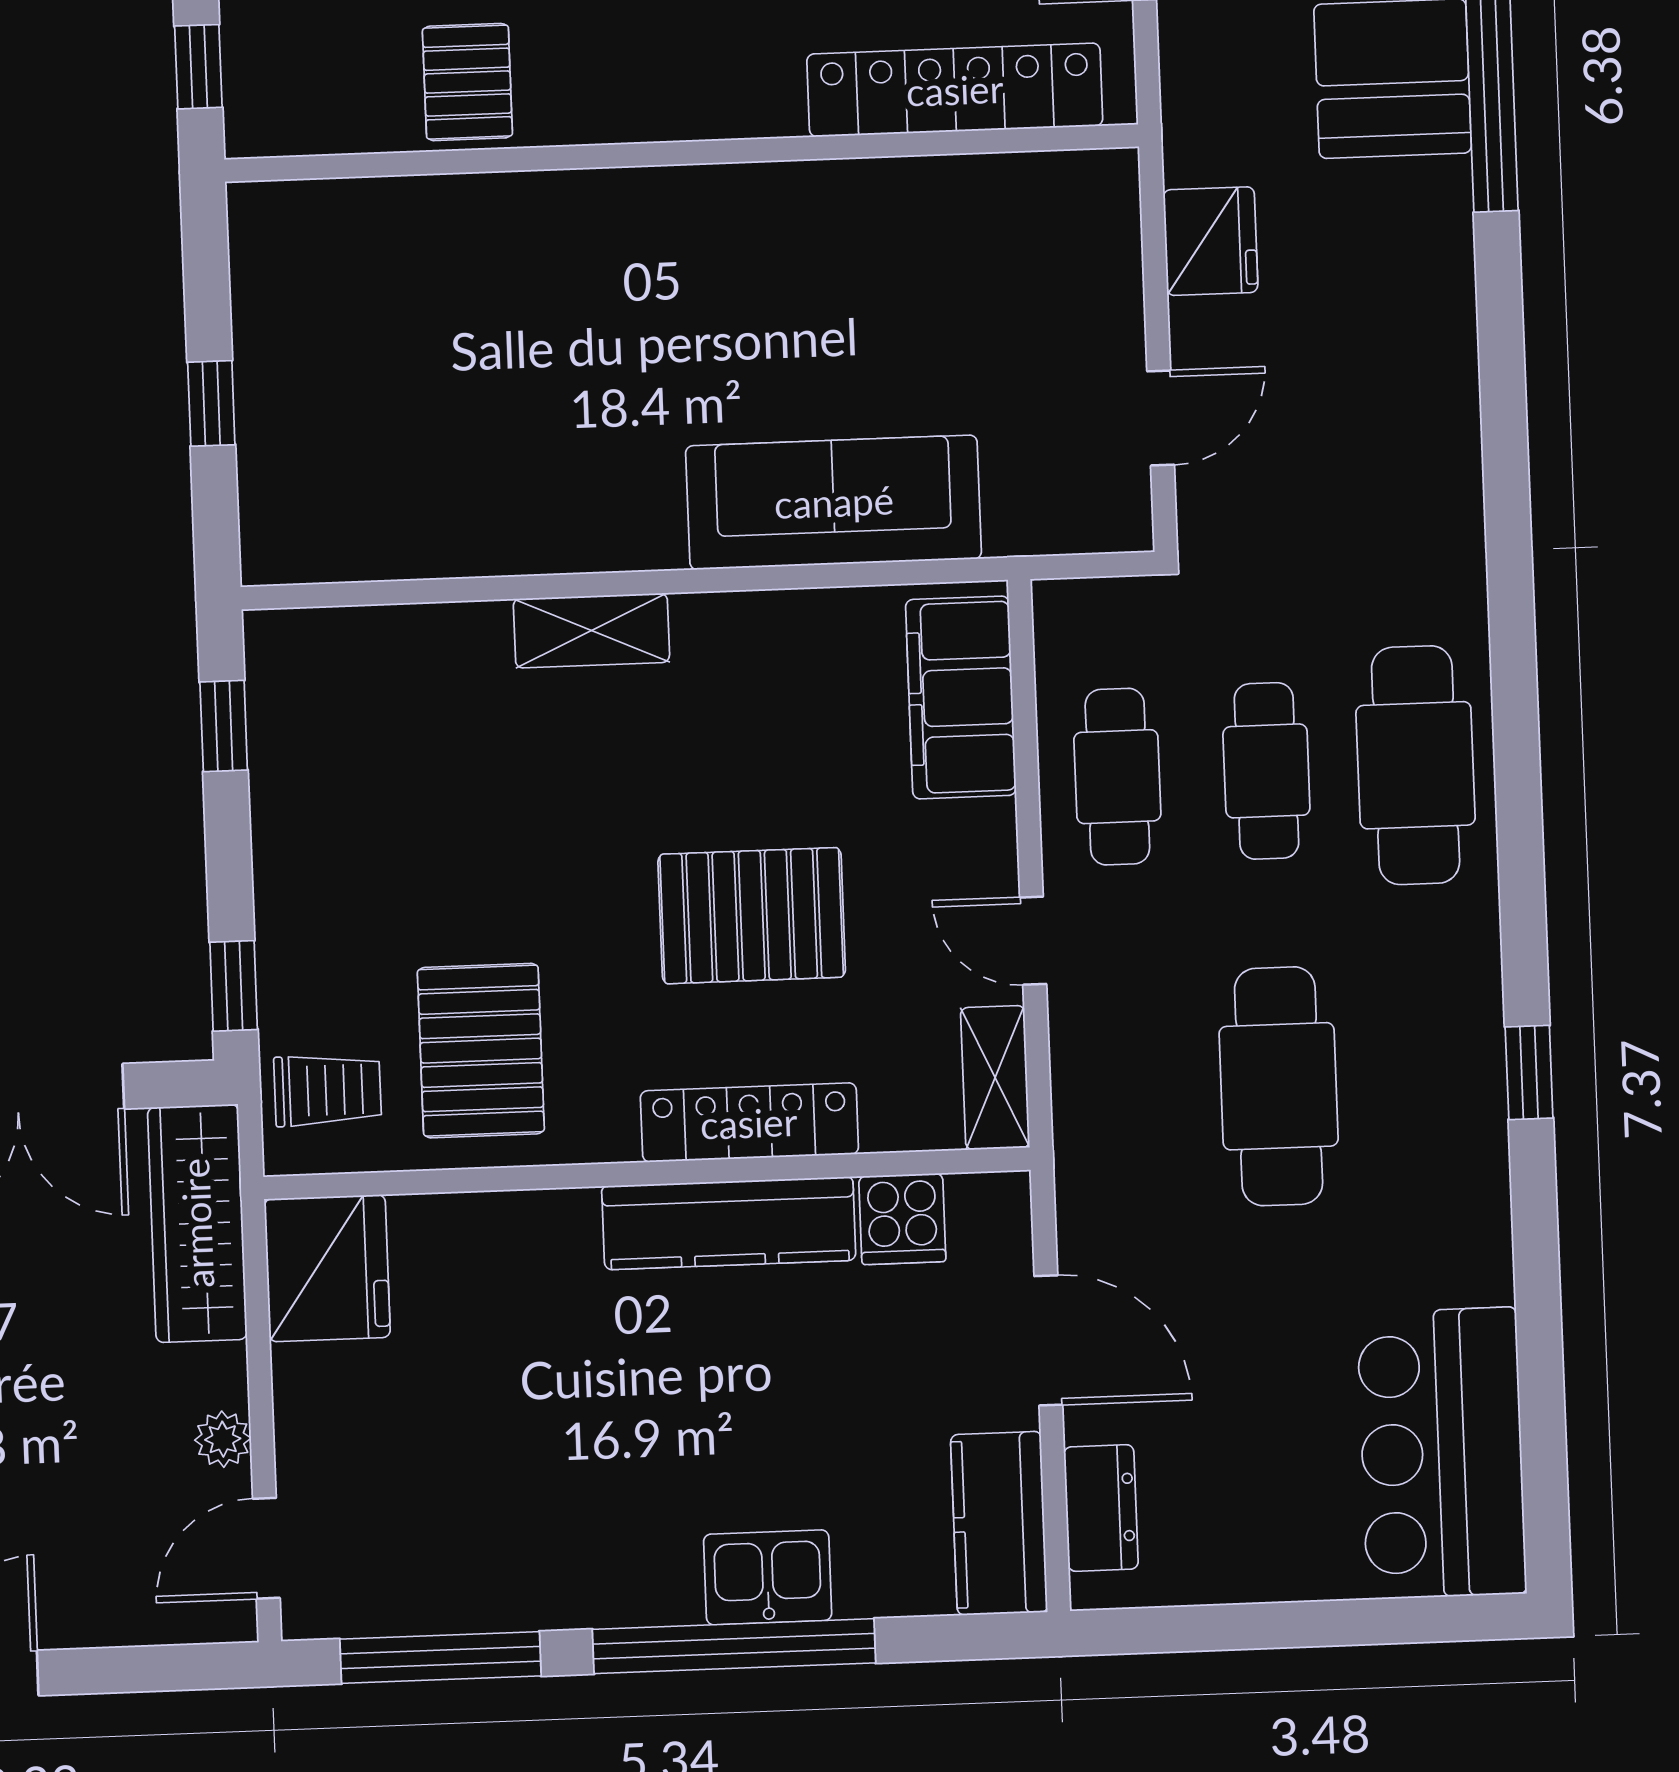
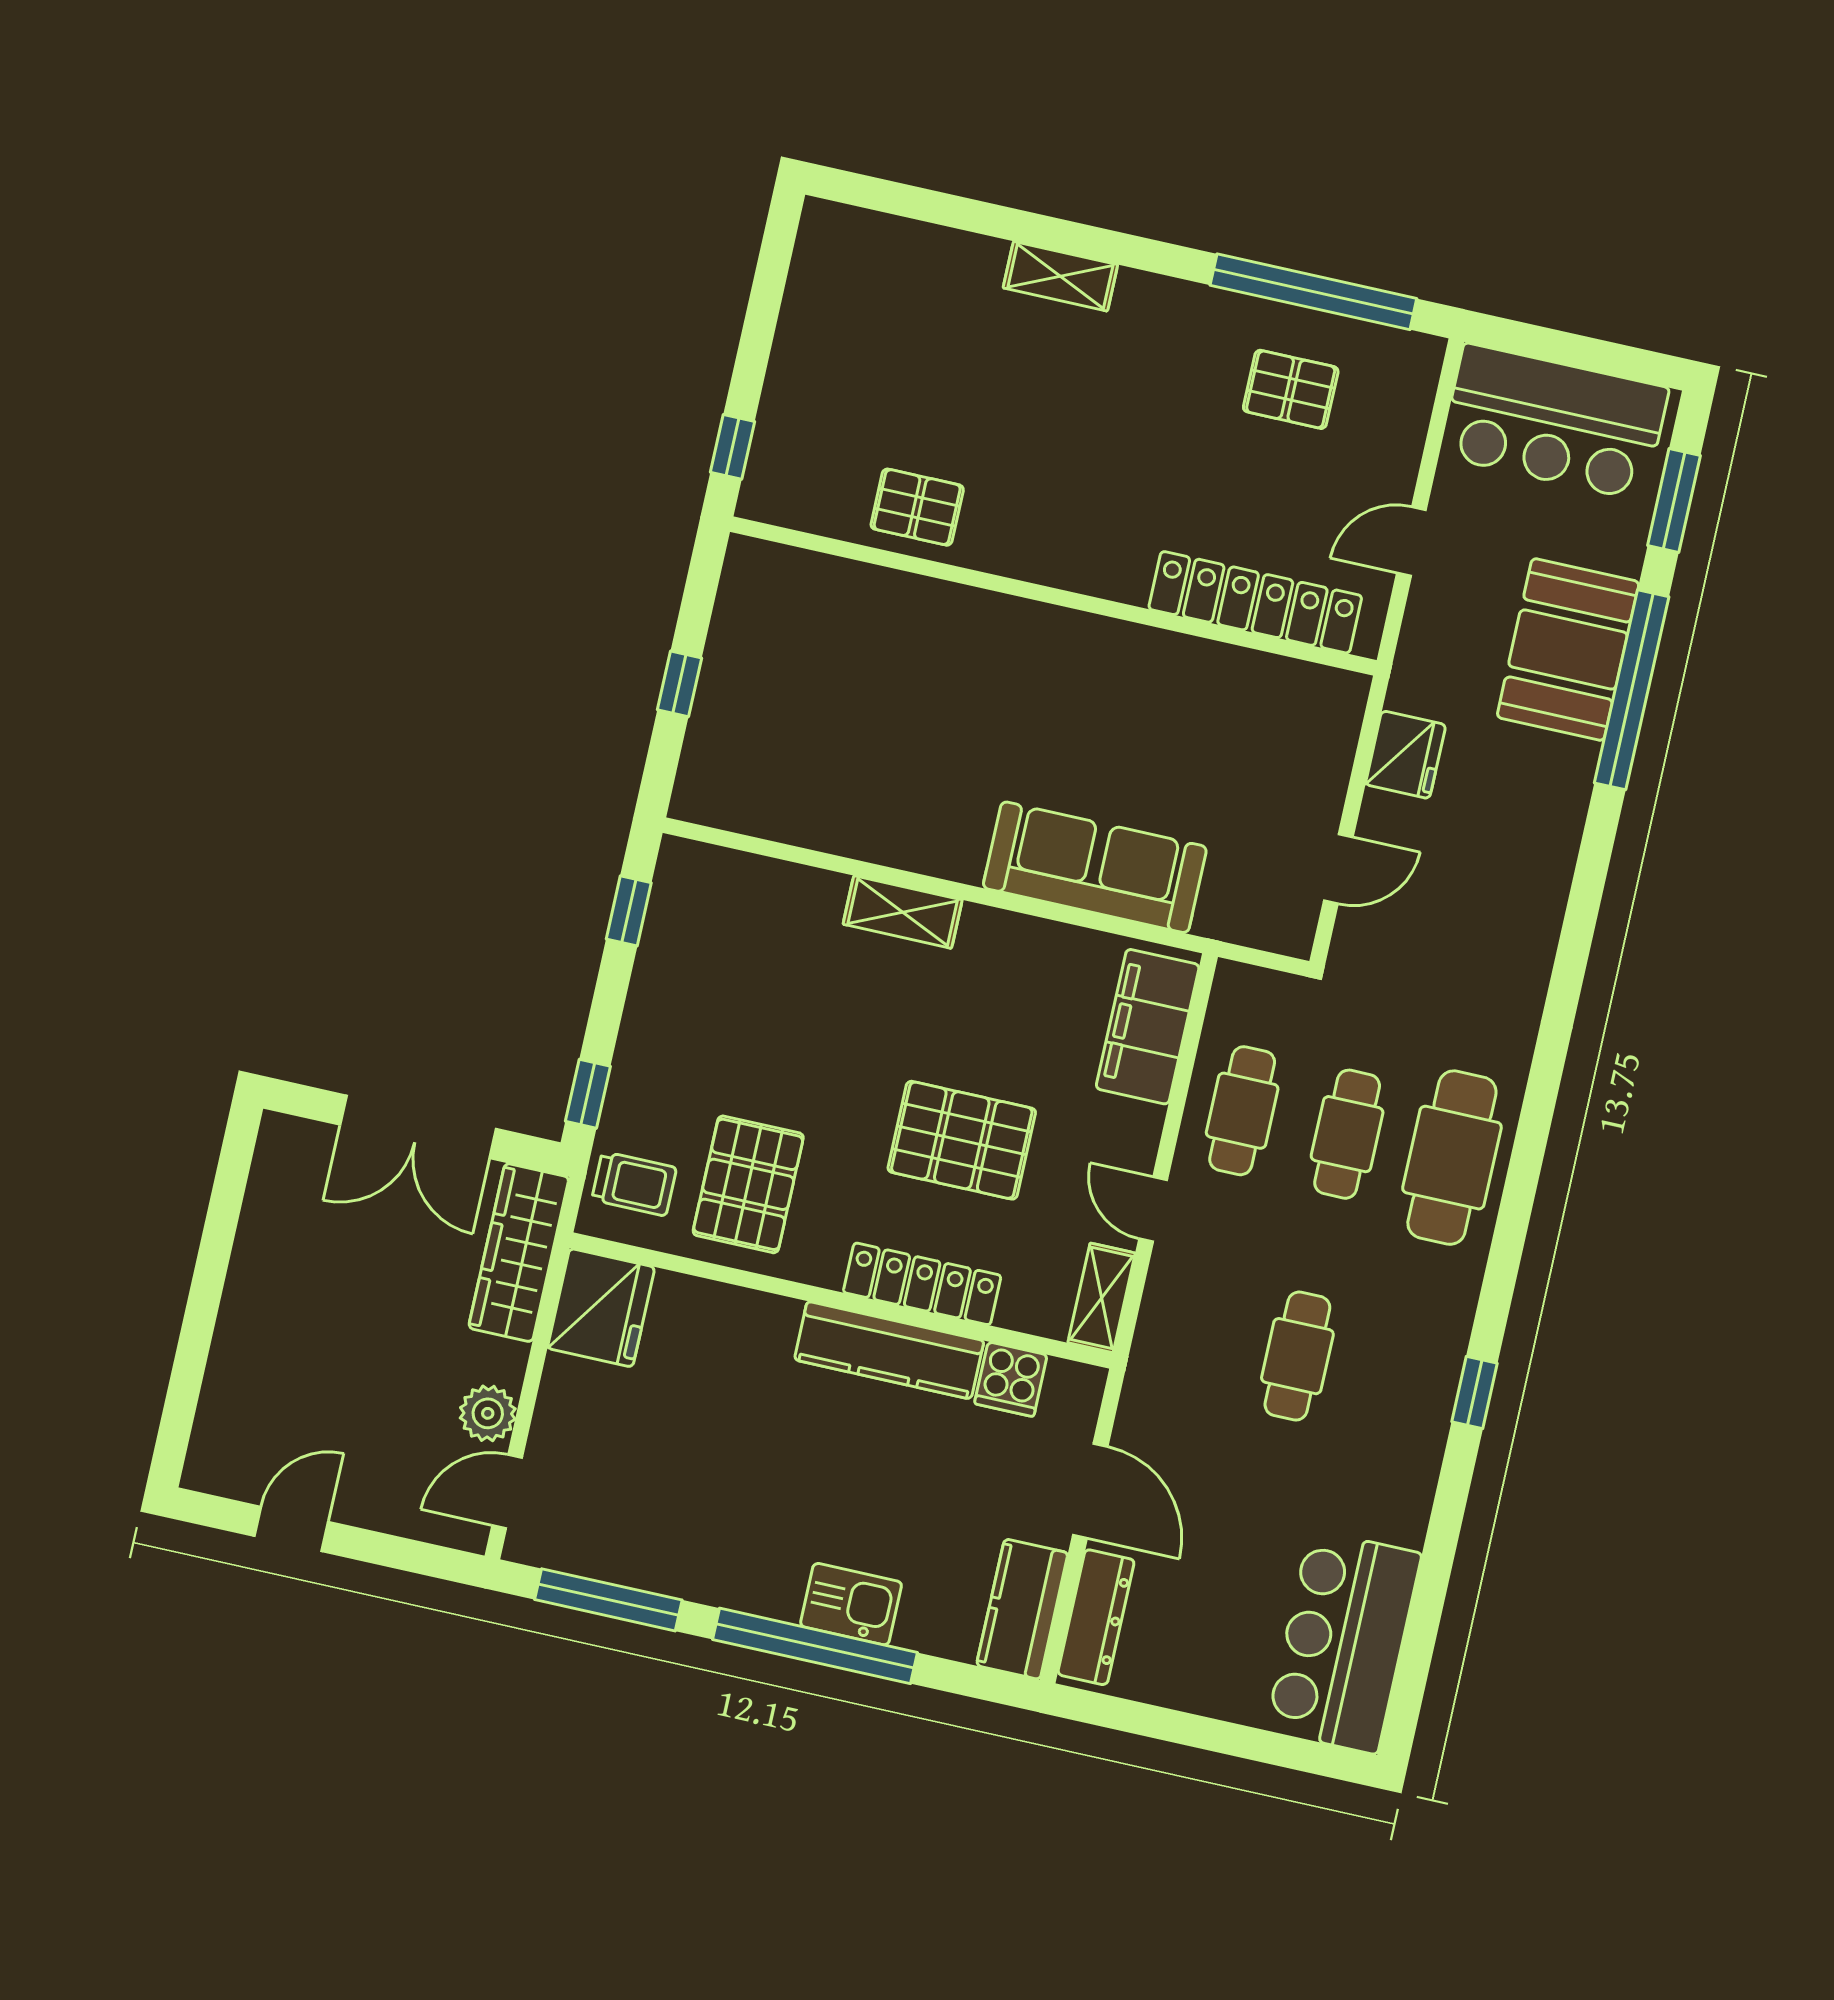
pallet: (467, 82) -> (917, 507), turned 90
cafe table: (1279, 1086) -> (1297, 1356), width x0.73, depth x0.74
plant: (223, 1439) -> (488, 1413), width x1.38, depth x1.38
dresser: (1101, 1508) -> (1096, 1617), width x1.44

